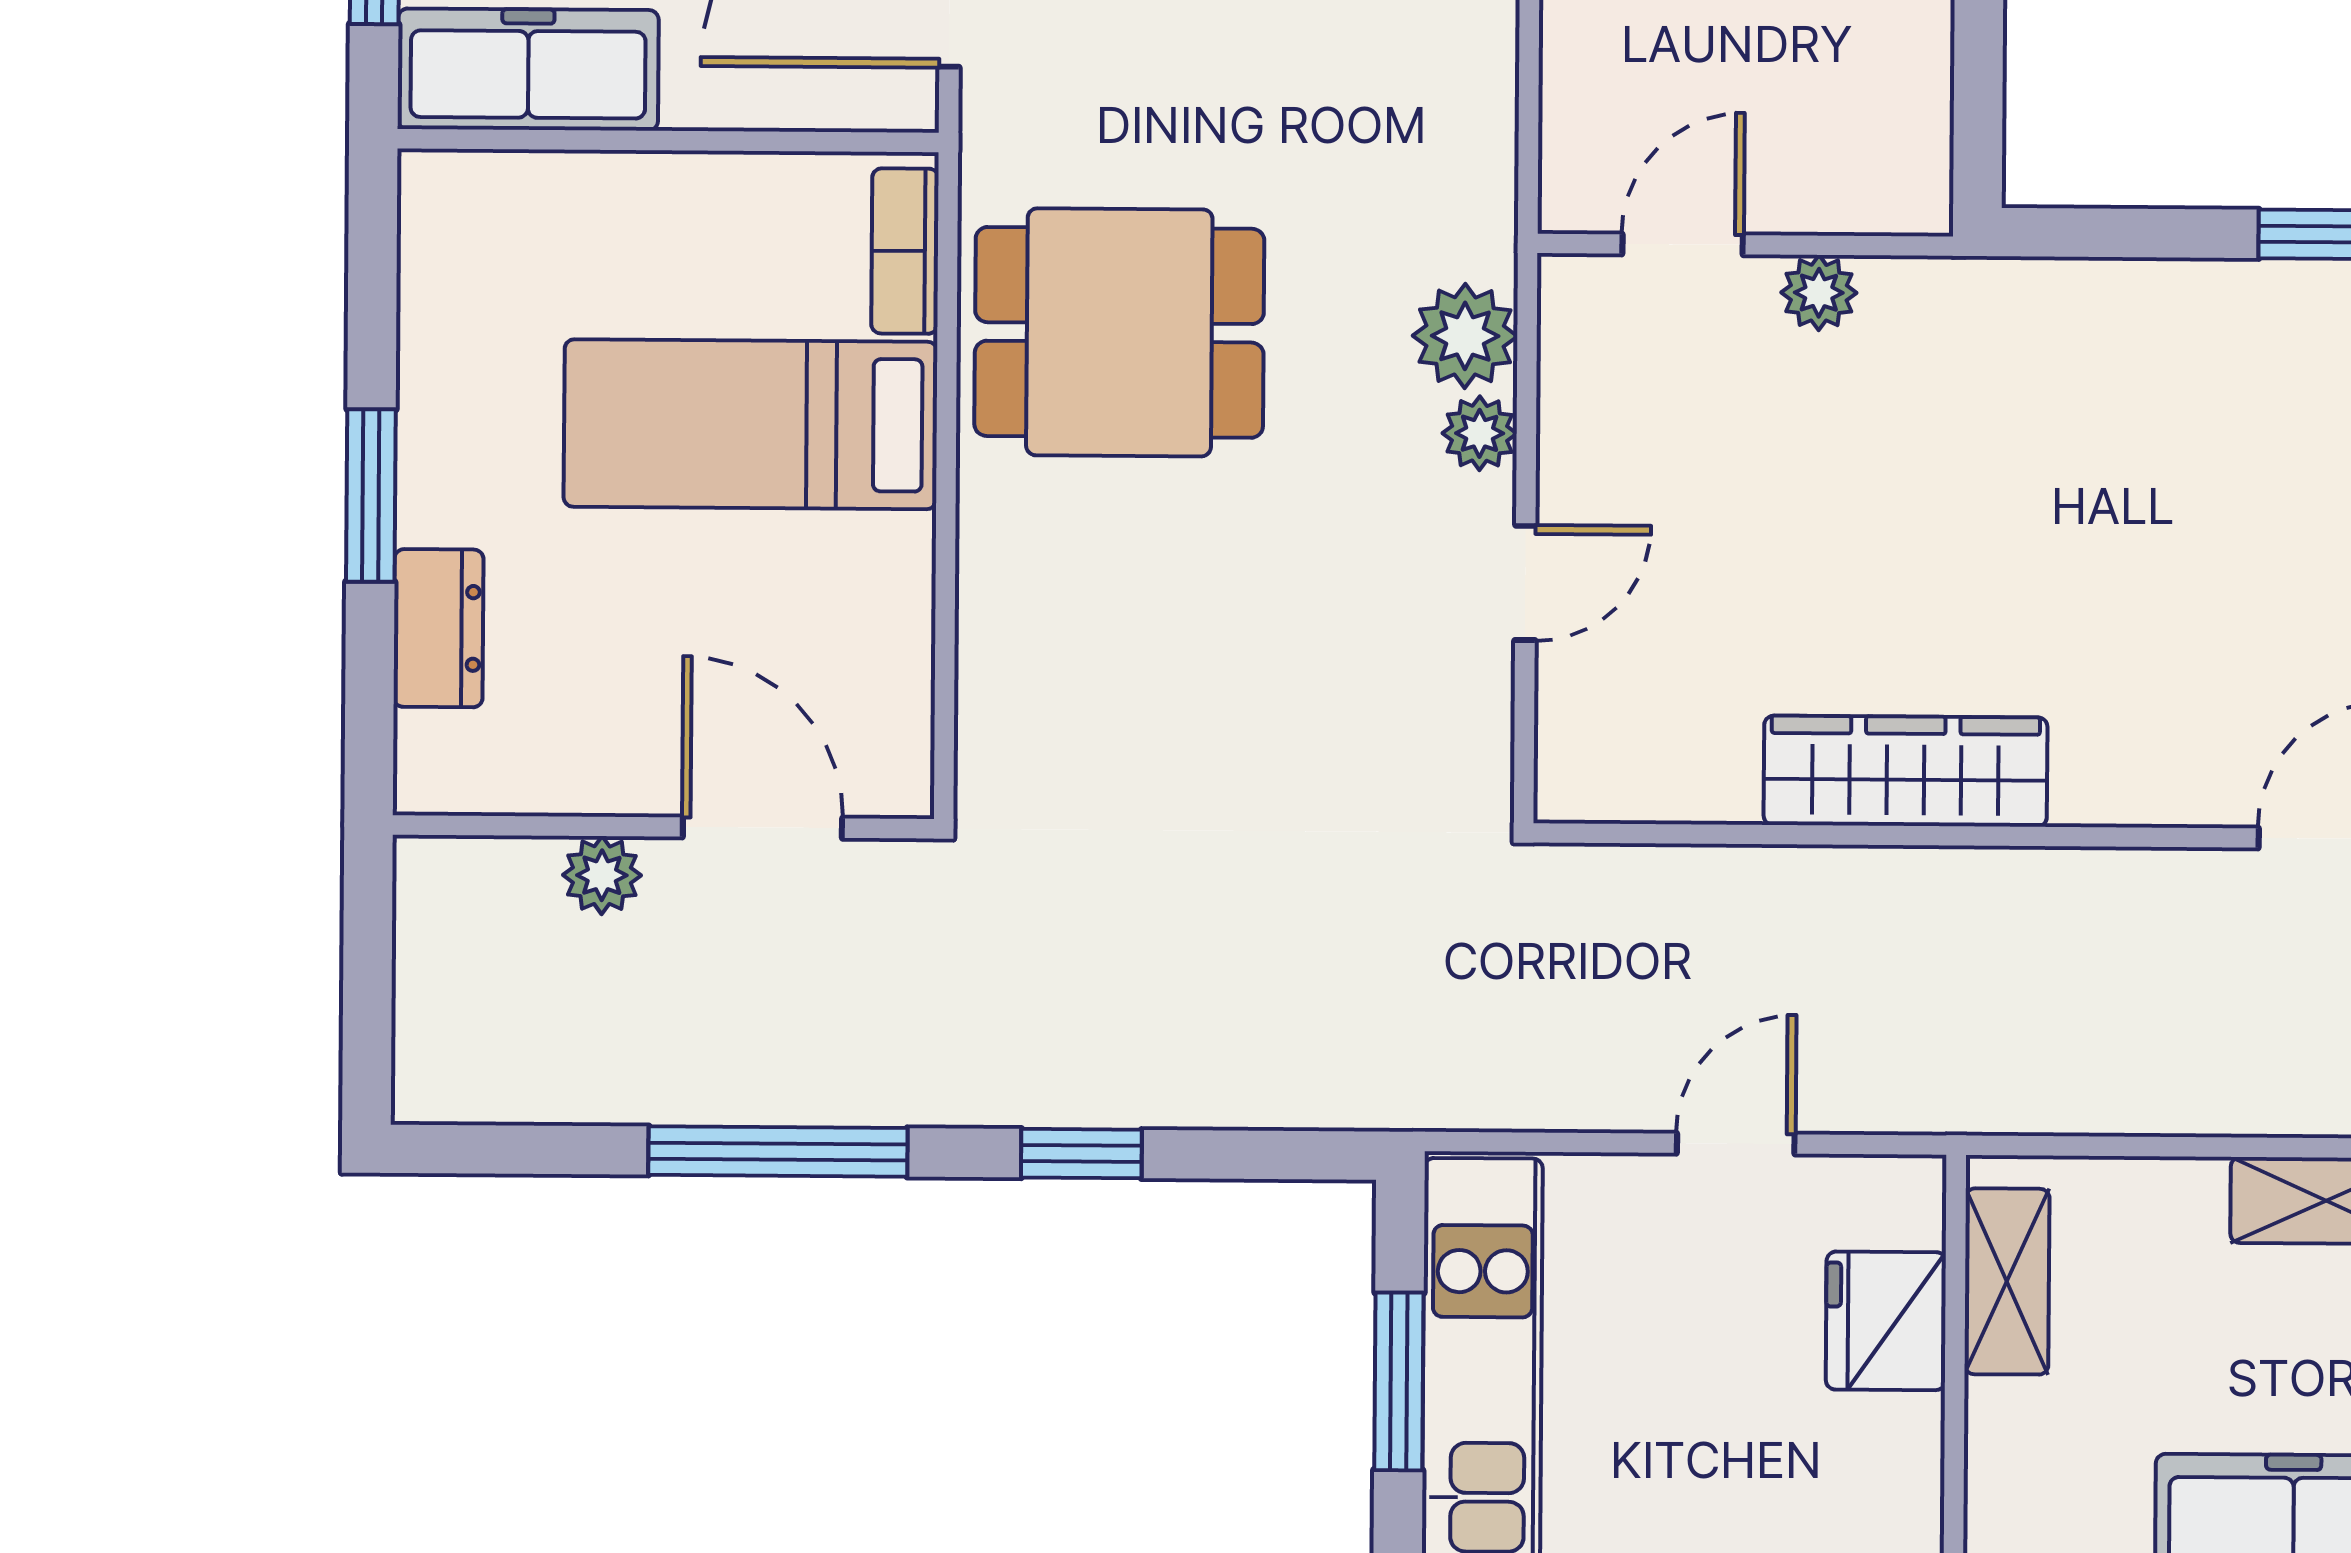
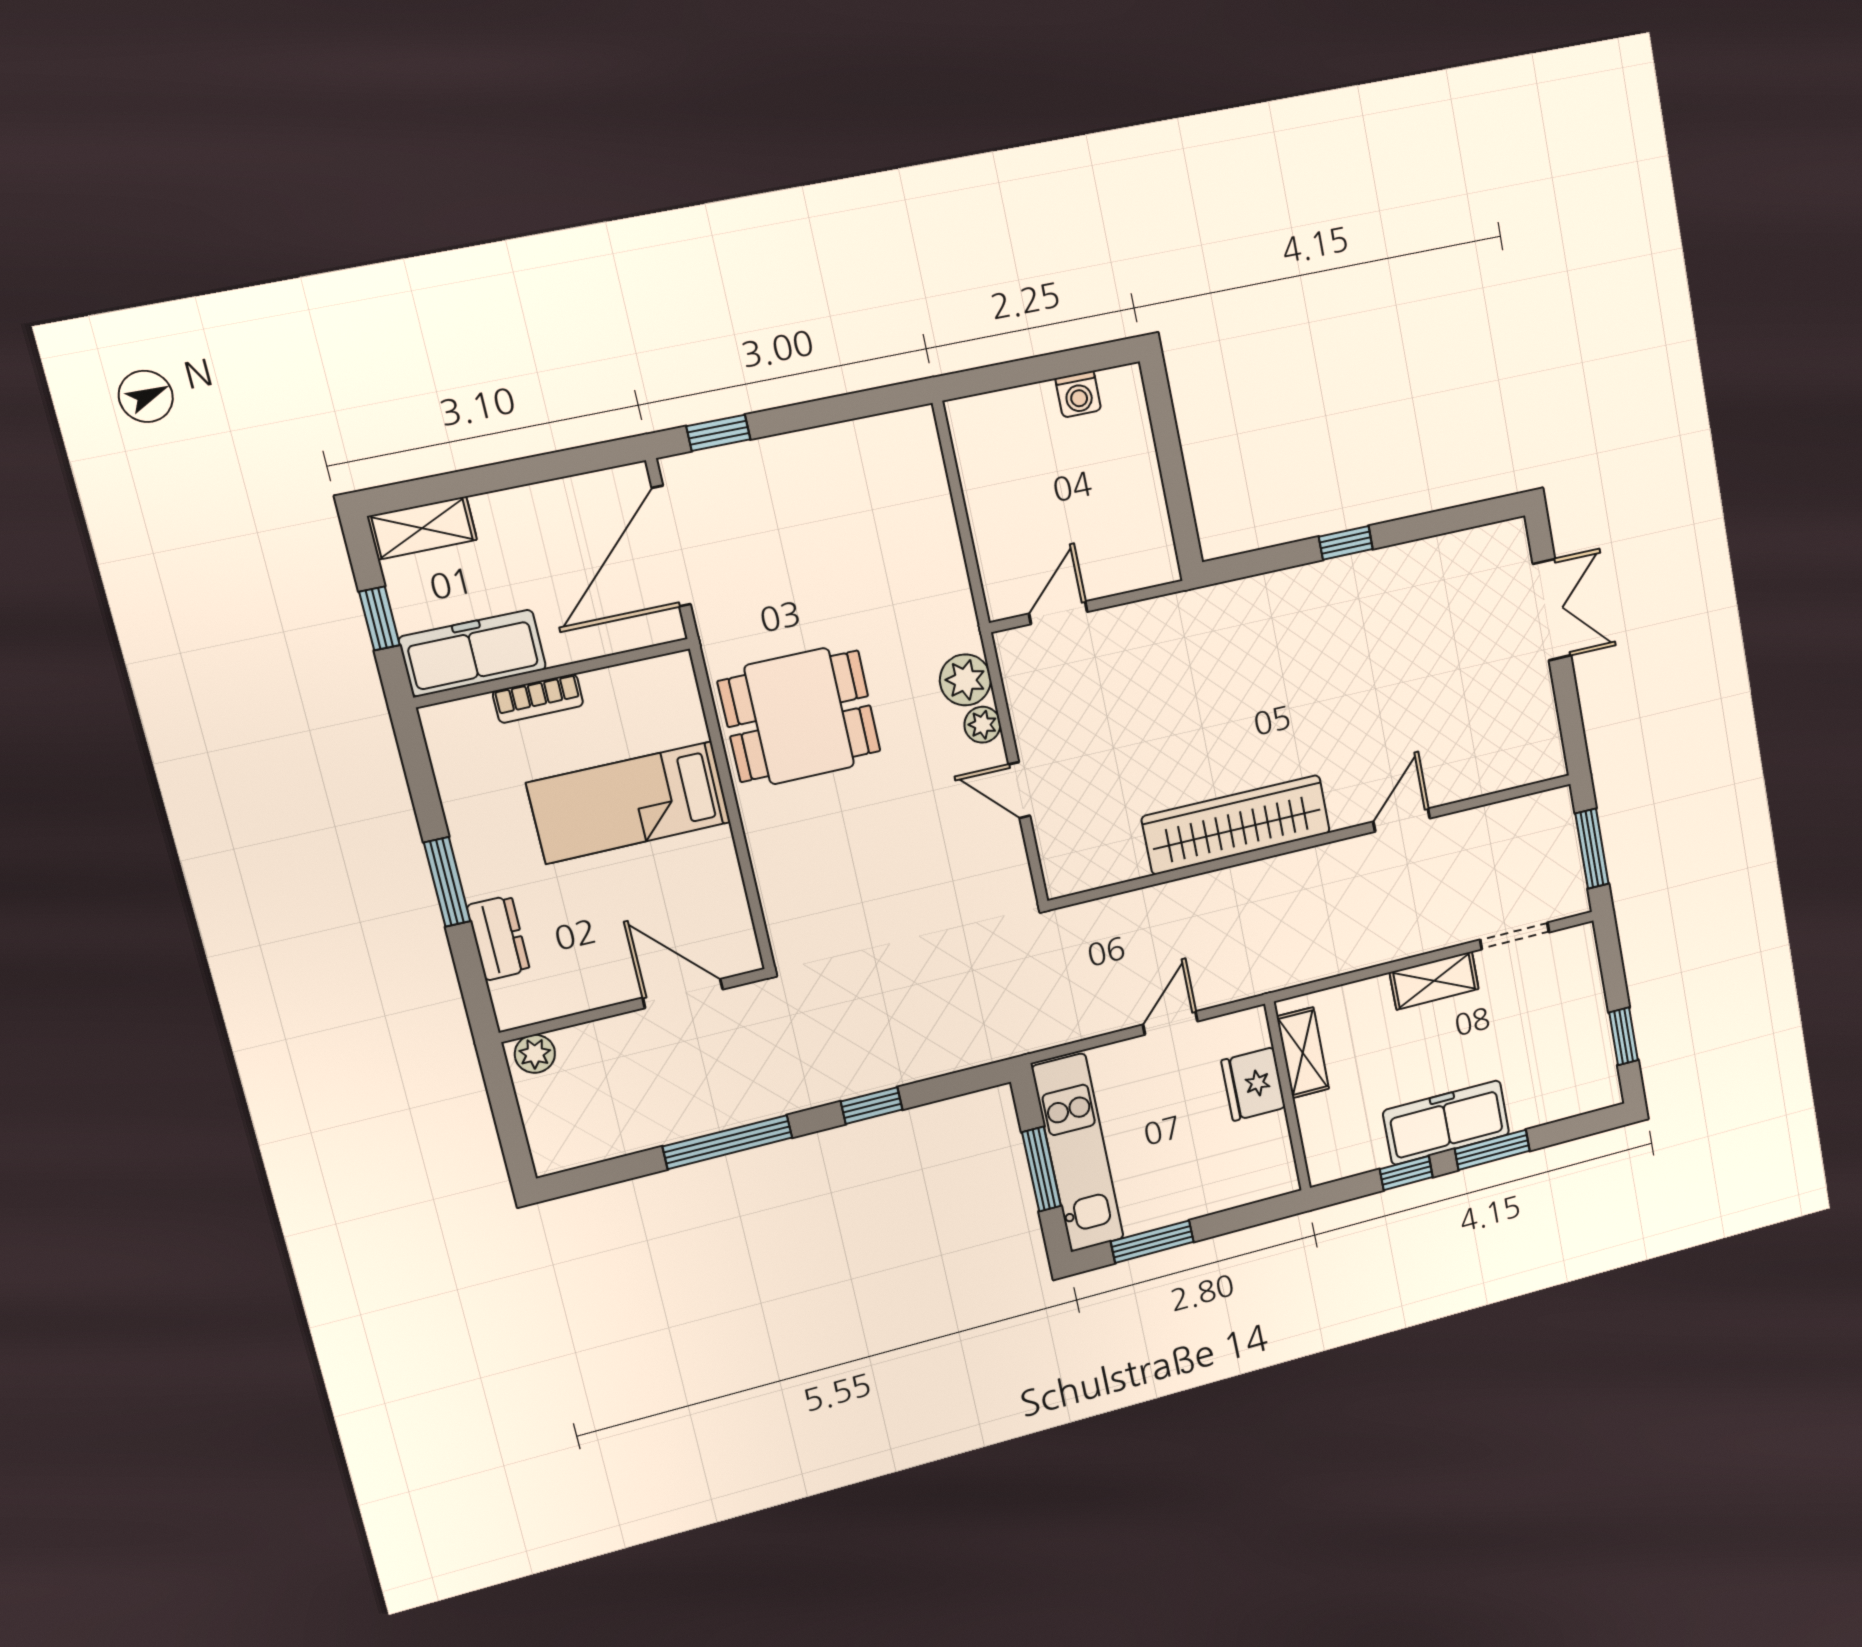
bookcase: (905, 251) -> (538, 698), moved, turned -90
plant: (1819, 293) -> (1126, 621), removed
door: (1525, 583) -> (1019, 790), swing flipped
wardrobe: (1906, 771) -> (1236, 825), width x1.40, depth x1.17
plant: (602, 875) -> (535, 1054), moved

